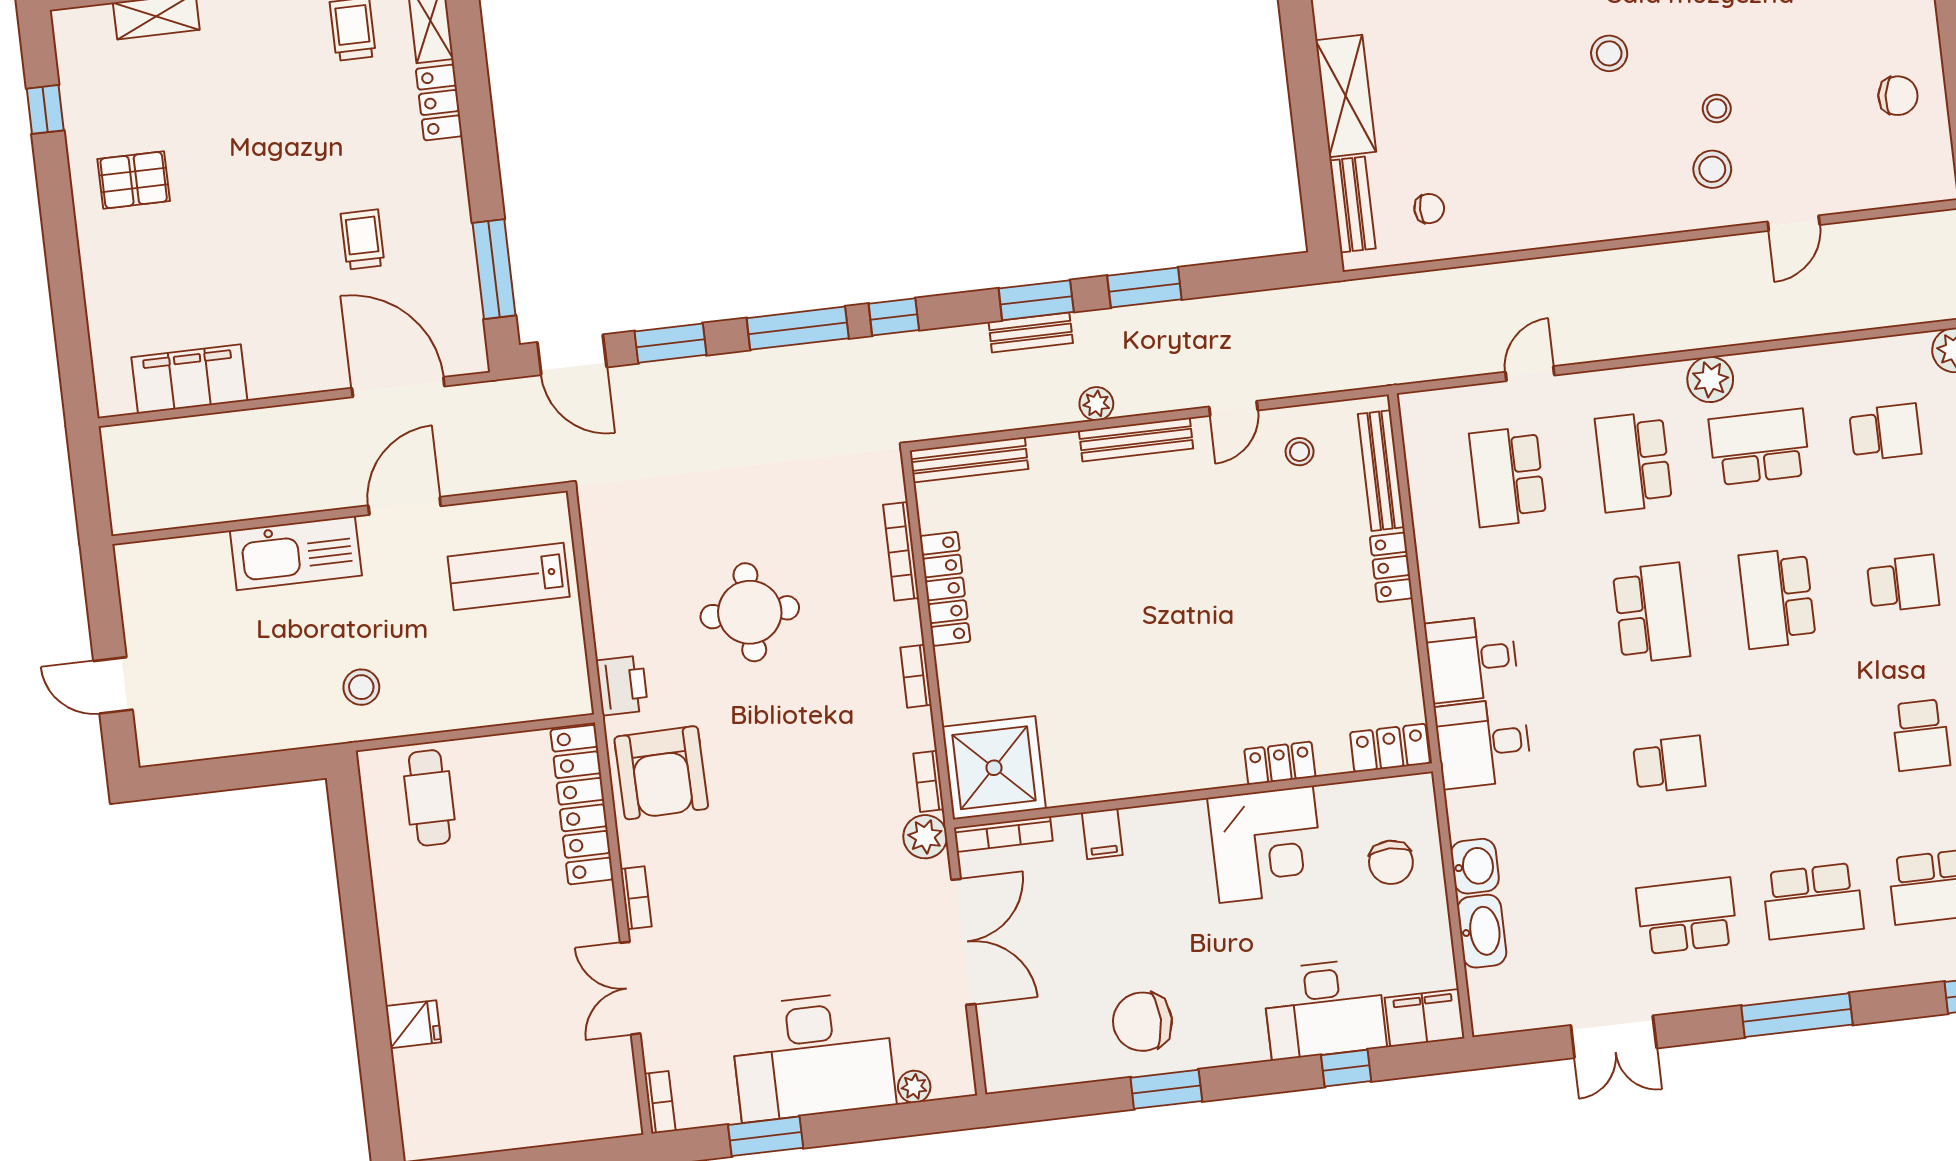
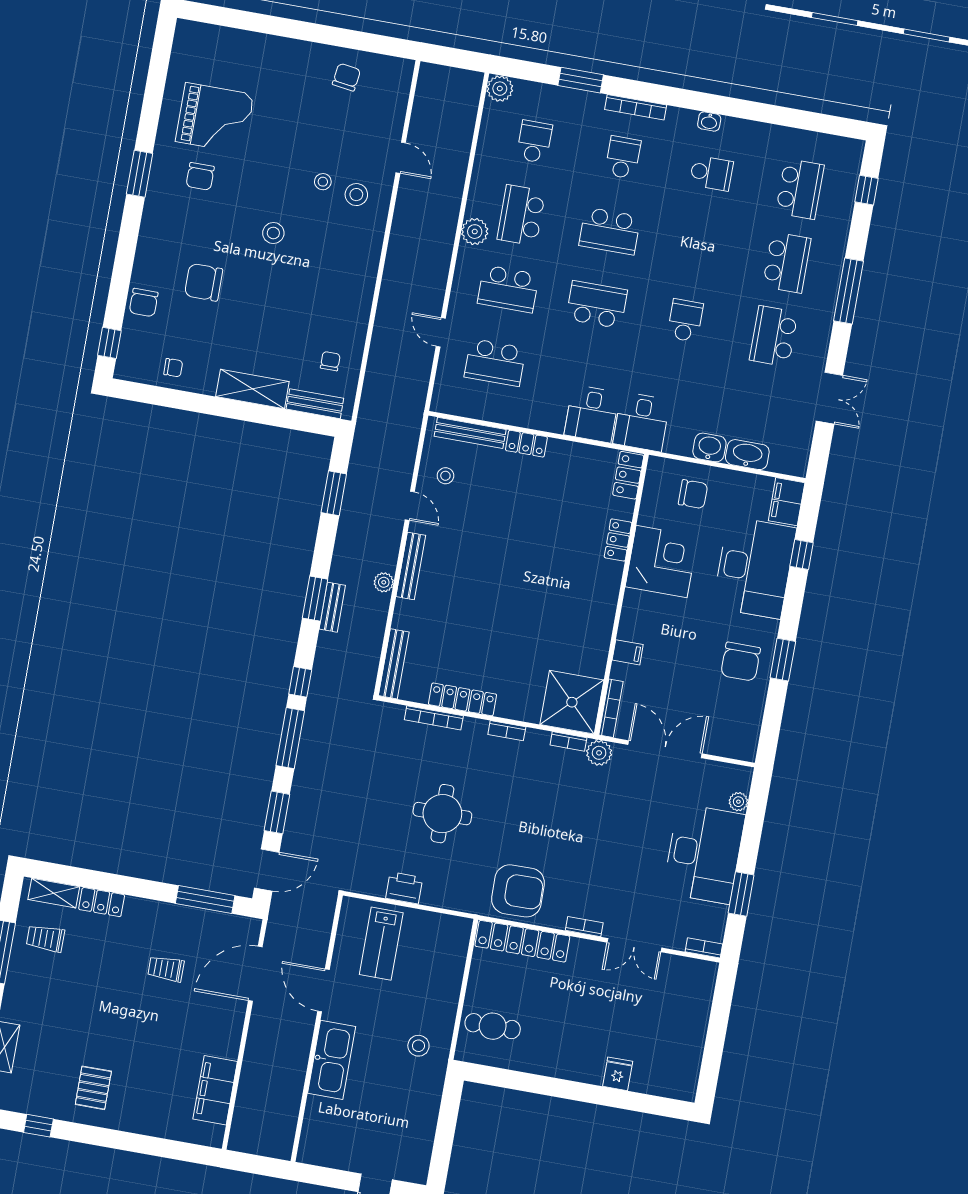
window: (1144, 288) -> (334, 493), moved
printer: (622, 685) -> (404, 888), moved
desk: (1324, 1009) -> (754, 568), width x1.36, depth x1.30

